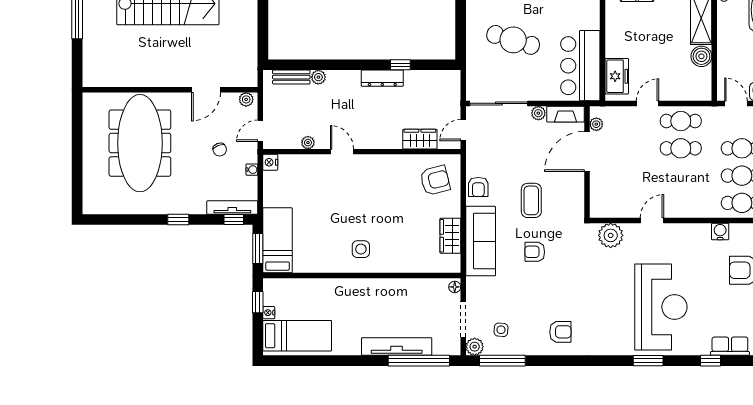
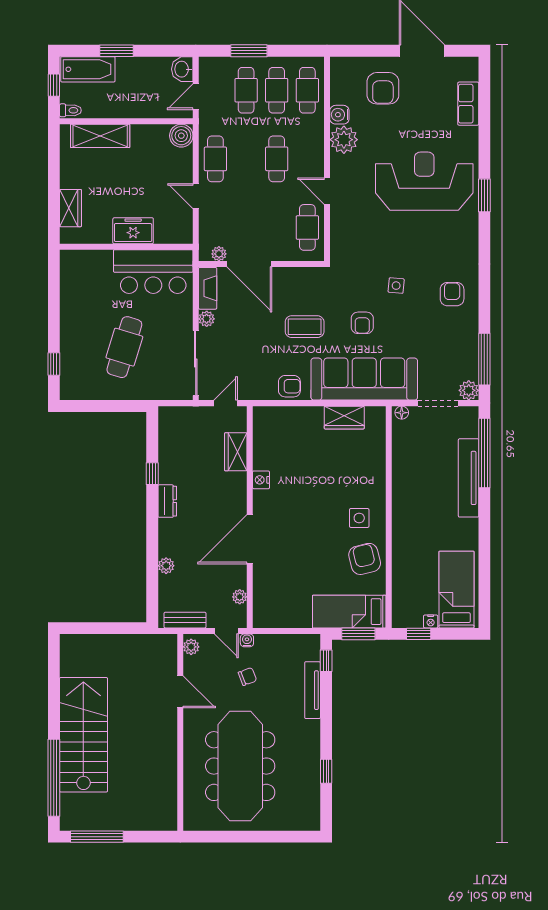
boiler: (701, 56) -> (181, 136), moved
freezer: (617, 76) -> (133, 231), moved
bench: (291, 77) -> (185, 620), moved, turned 90
dresser: (382, 78) -> (167, 501), width x0.70
door: (463, 130) -> (226, 403), swing flipped
meeting table: (140, 143) -> (240, 766), turned 90
plant: (308, 143) -> (240, 597), moved
cafe table: (681, 148) -> (277, 159), moved
door: (342, 152) -> (250, 539), width x1.87
nightstand: (270, 162) -> (261, 480), moved, turned 90
water cooler: (252, 170) -> (247, 640), moved
armchair: (435, 180) -> (365, 559), moved
cafe table: (620, 203) -> (307, 227), added
tv unit: (232, 208) -> (313, 690), moved
window: (178, 220) -> (326, 771), moved
plant: (611, 235) -> (344, 140), moved
sofa: (481, 241) -> (364, 379), width x1.36, depth x1.27
side table: (501, 330) -> (396, 286), moved
window: (711, 361) -> (484, 125), removed

